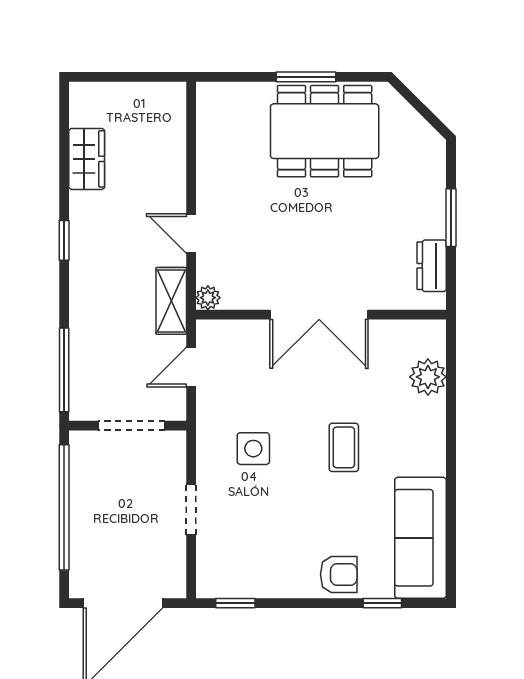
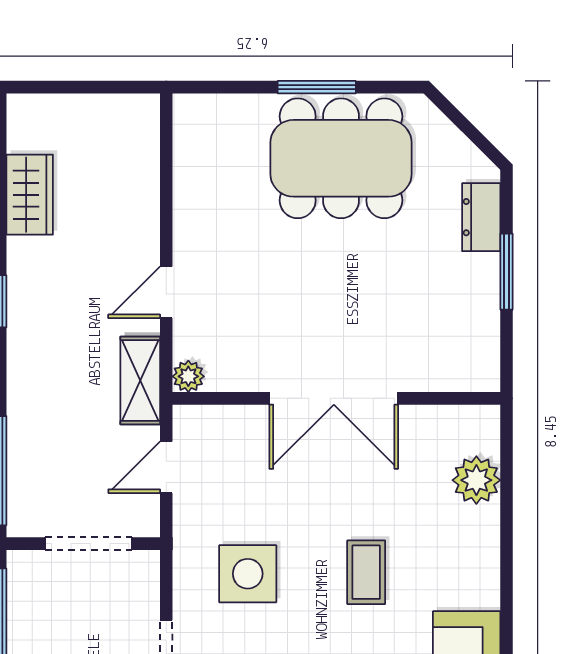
door: (191, 233) -> (166, 292), hinge flipped
dresser: (432, 266) -> (481, 217), moved
side table: (253, 449) -> (248, 574), width x1.37, depth x1.37

